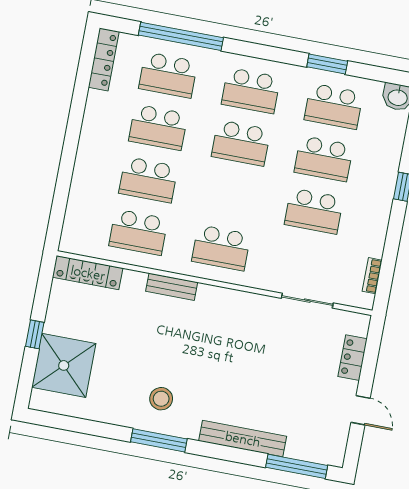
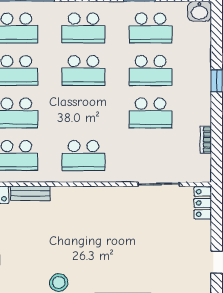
bookcase: (372, 276) -> (206, 140), moved
bench: (172, 287) -> (30, 193), moved
locker: (353, 358) -> (203, 203), moved

